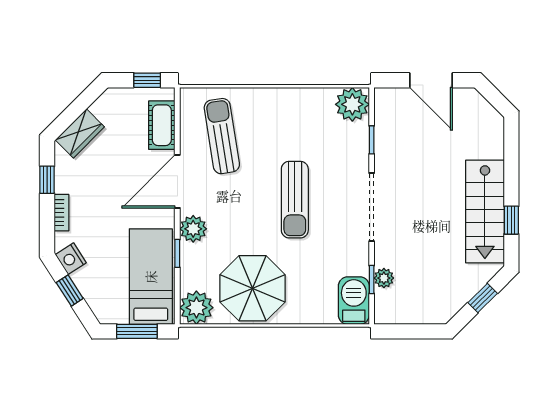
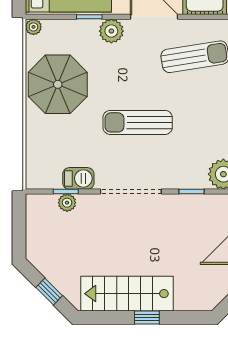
window: (511, 220) -> (147, 317), moved
barbecue: (354, 301) -> (78, 178), moved, width x0.73, depth x0.79
plant: (196, 308) -> (33, 27), width x0.53, depth x0.53

